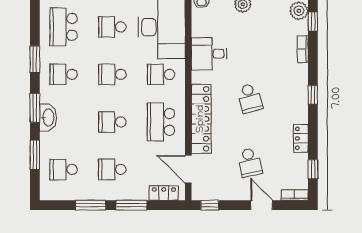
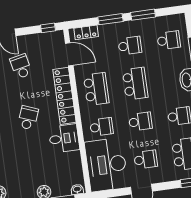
desk: (209, 54) -> (64, 138), moved
school desk: (250, 98) -> (28, 118), turned 36
school desk: (112, 122) -> (135, 84), width x1.85

